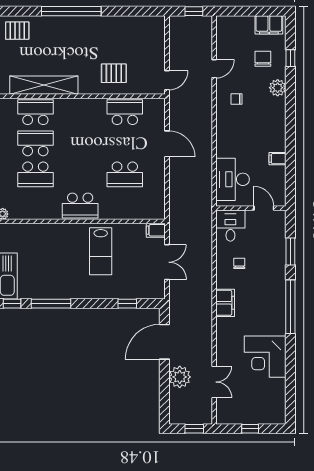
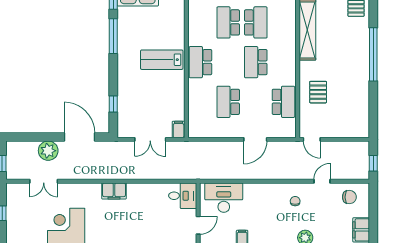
chair: (263, 59) -> (349, 197), moved
door: (214, 69) -> (322, 181), swing flipped
school desk: (35, 112) -> (256, 62), moved, turned 180
lab bench: (101, 251) -> (162, 60), moved
chair: (239, 263) -> (149, 204), removed

